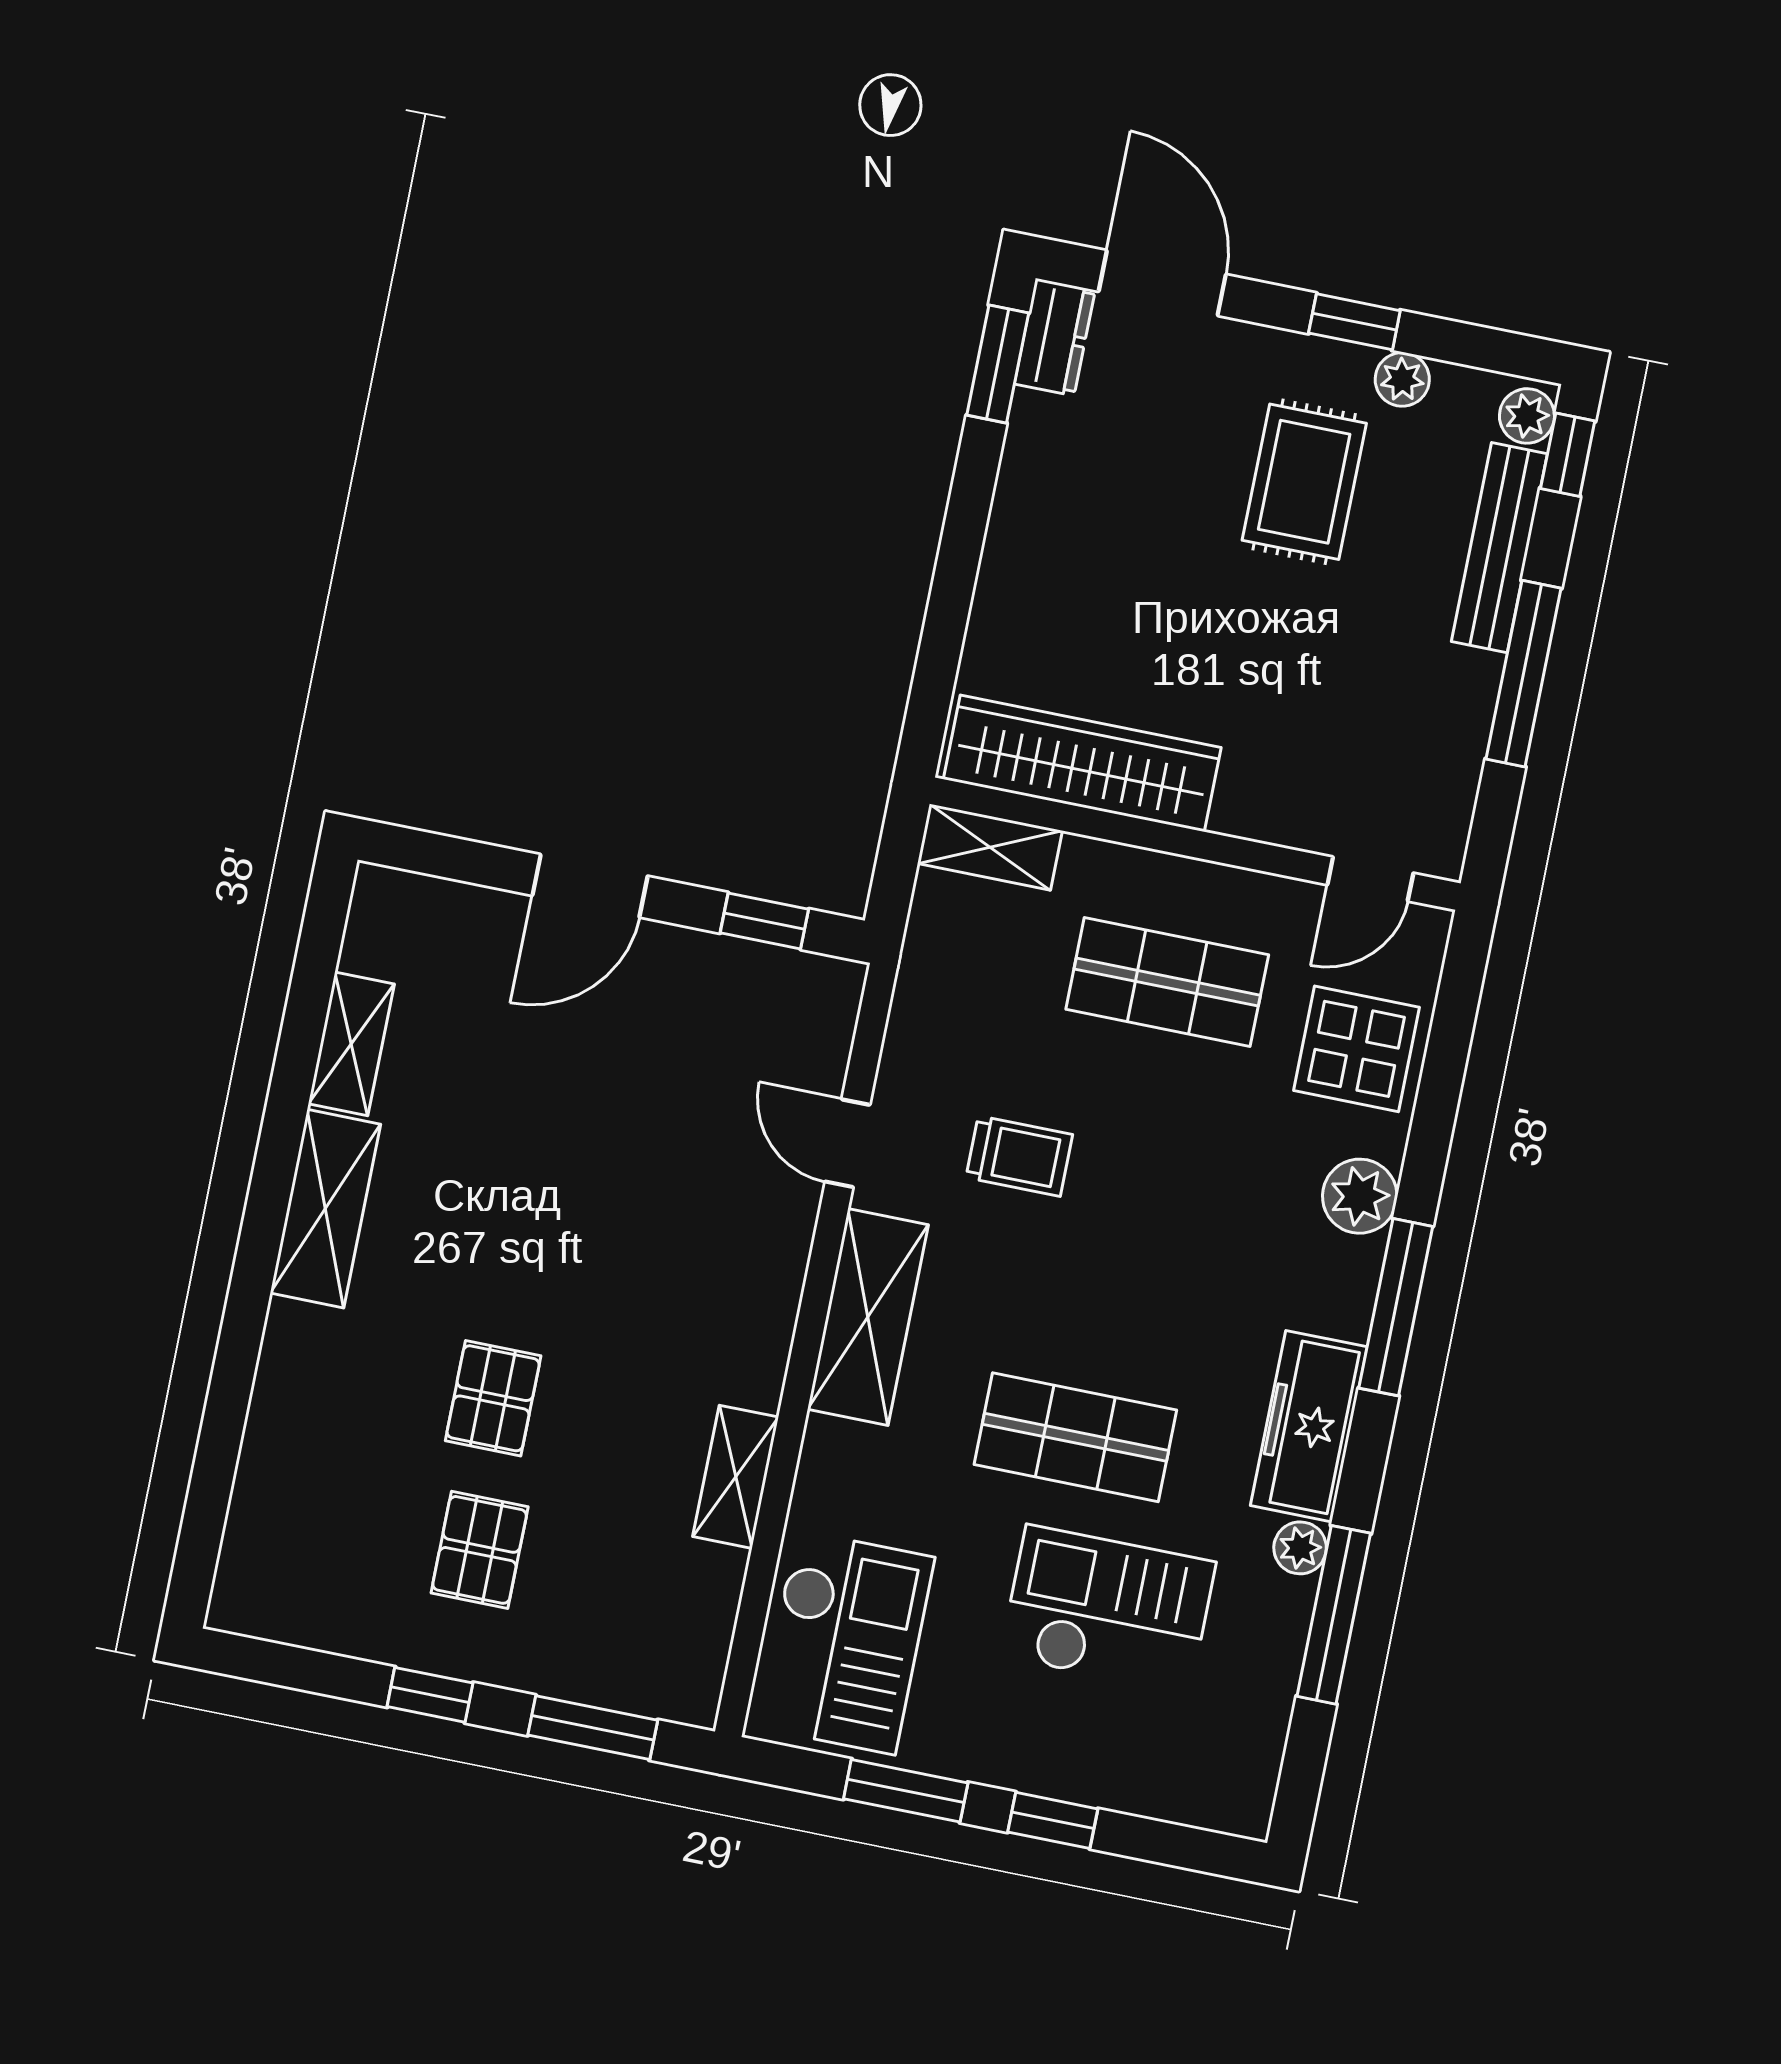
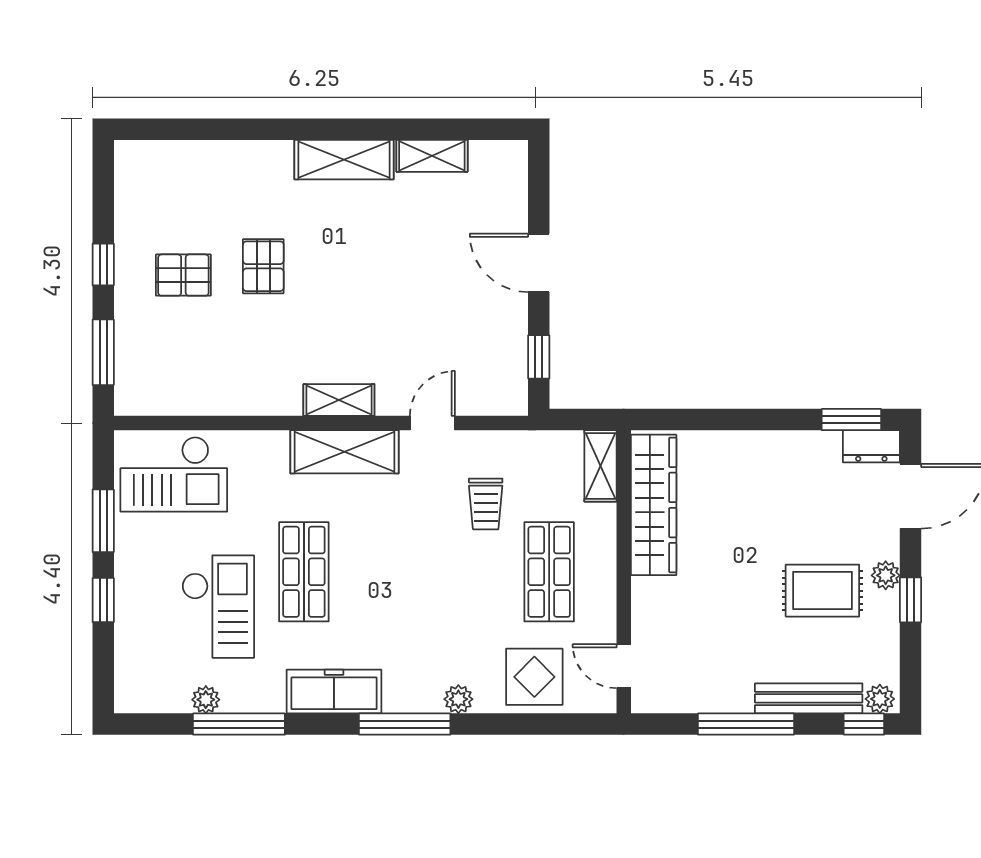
plant: (1402, 379) -> (886, 575), moved
trolley: (1019, 1156) -> (486, 504), moved
plant: (1360, 1196) -> (458, 699), width x0.73, depth x0.73
pallet: (493, 1398) -> (263, 266), turned 90
shelving: (736, 1477) -> (339, 400), moved
plant: (1300, 1548) -> (206, 700), moved

